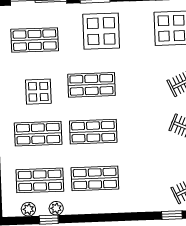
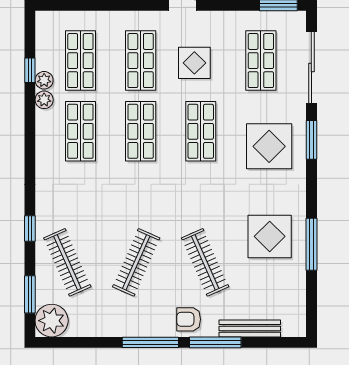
plant: (28, 209) -> (44, 100), moved

